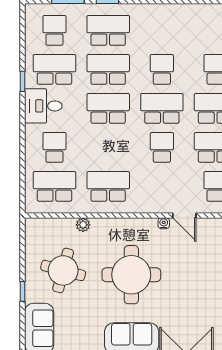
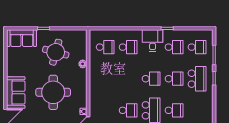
school desk: (54, 69) -> (174, 47), width x0.54
school desk: (108, 69) -> (174, 79), width x0.54
school desk: (108, 108) -> (151, 79), width x0.54
school desk: (54, 186) -> (105, 47), width x0.54
school desk: (108, 186) -> (105, 79), removed

